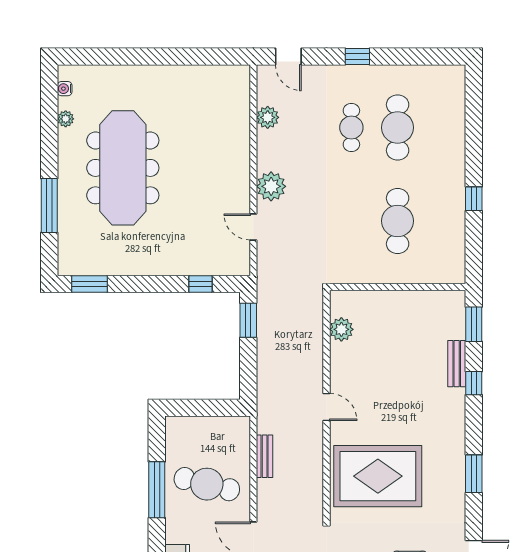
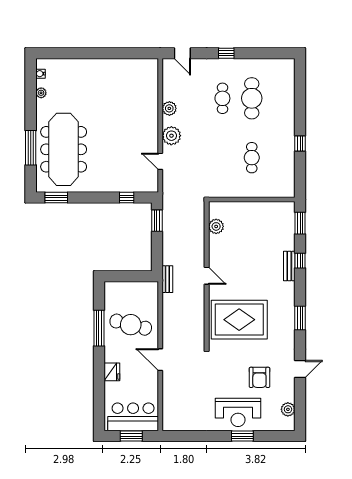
plant: (268, 117) -> (169, 108), moved
meeting table: (123, 168) -> (64, 149), moved
cafe table: (398, 221) -> (252, 158), width x0.73, depth x0.74
bench: (457, 364) -> (289, 266), moved
bench: (265, 456) -> (167, 279), moved

